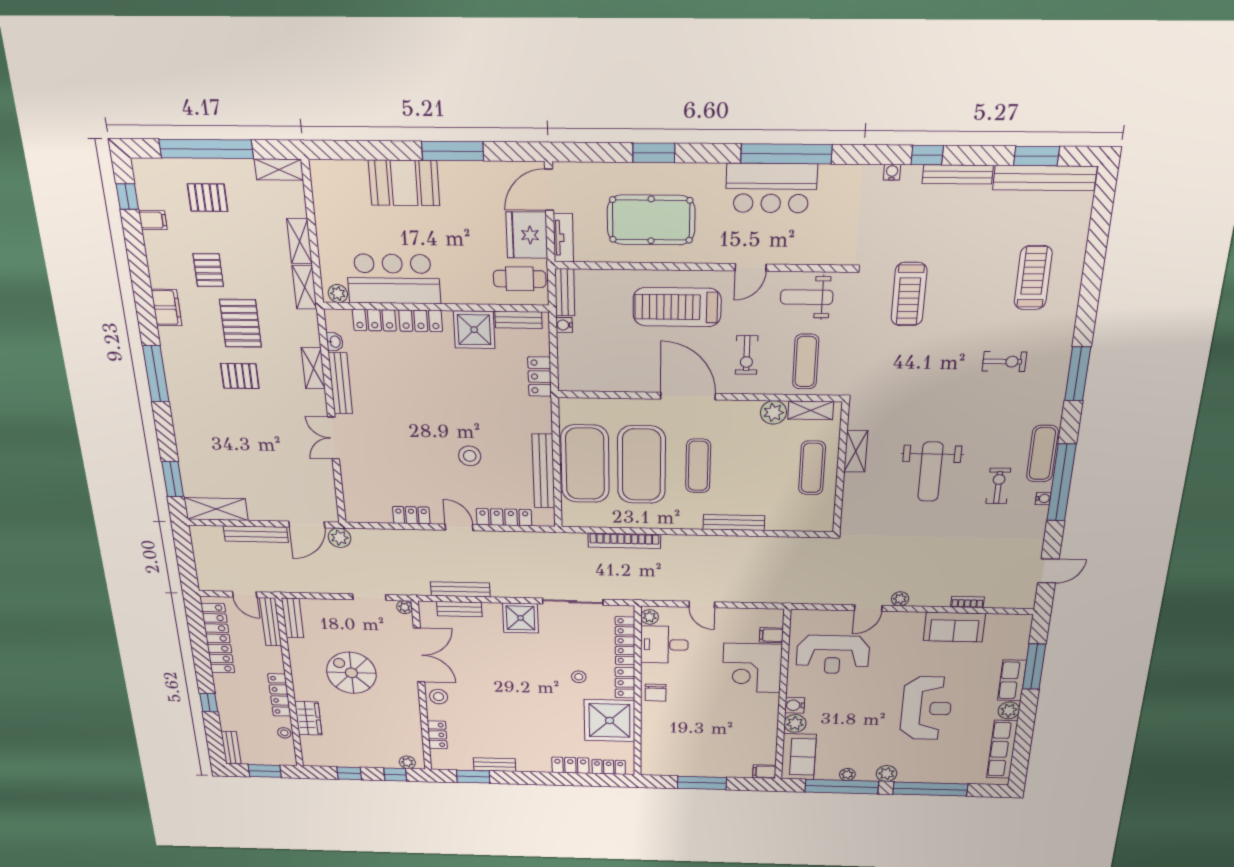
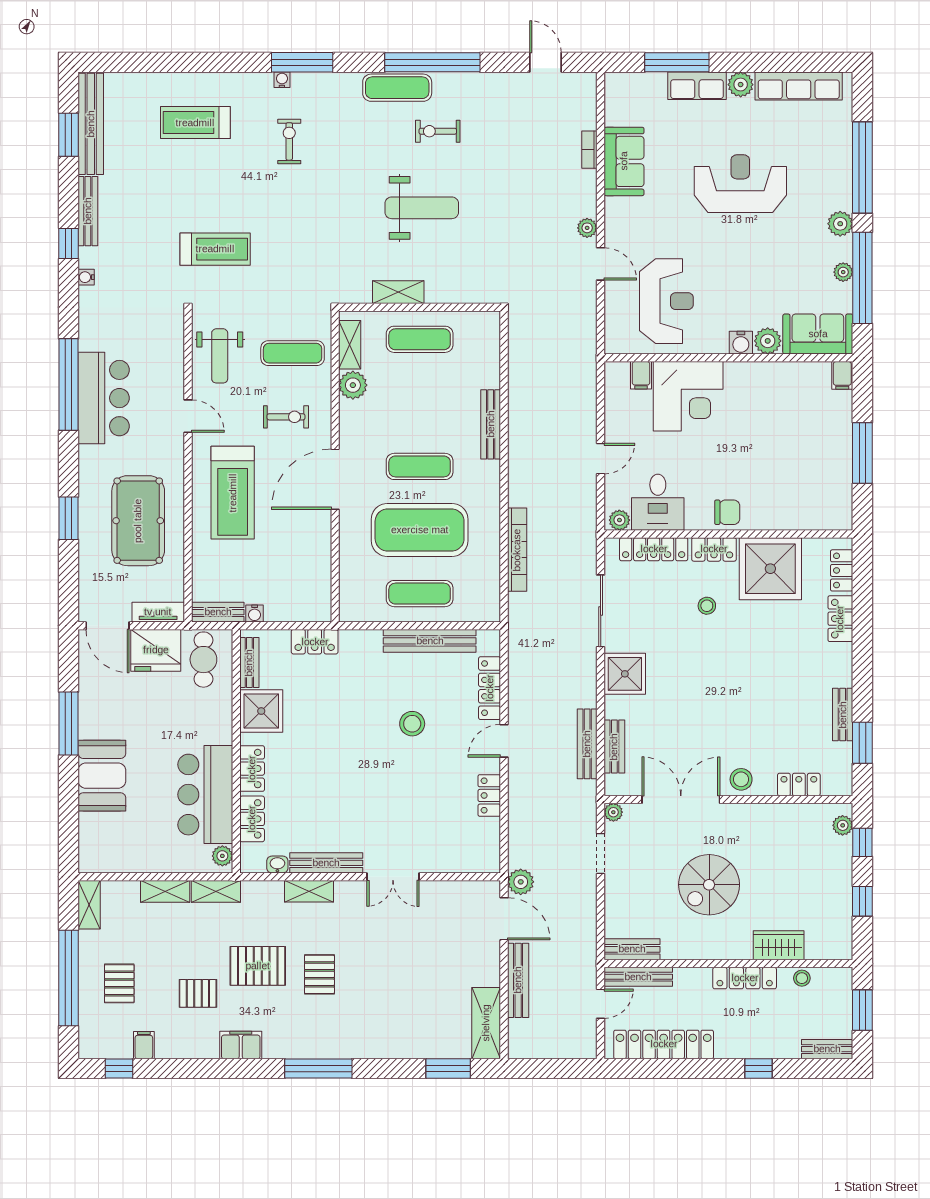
exercise mat: (585, 464) -> (420, 594), width x0.50, depth x0.69
water cooler: (1043, 498) -> (282, 80), moved

